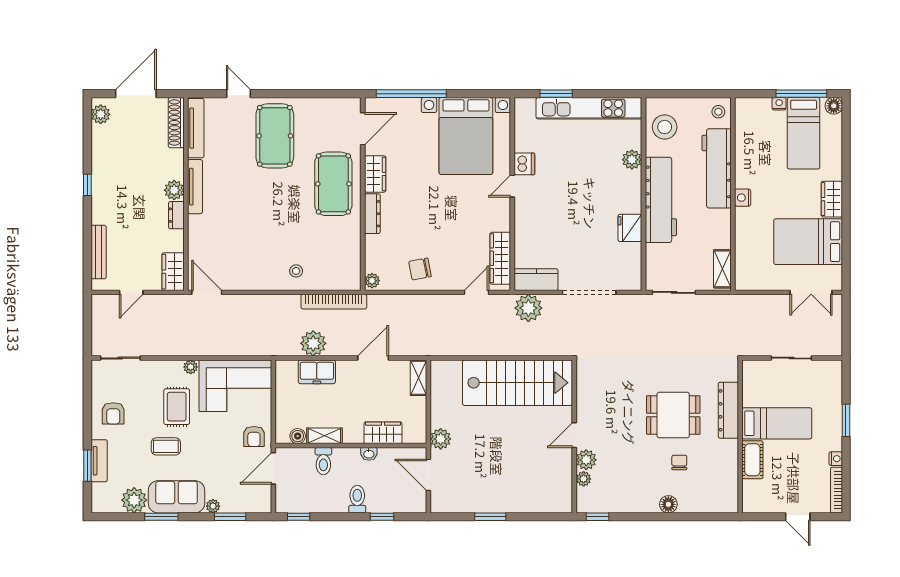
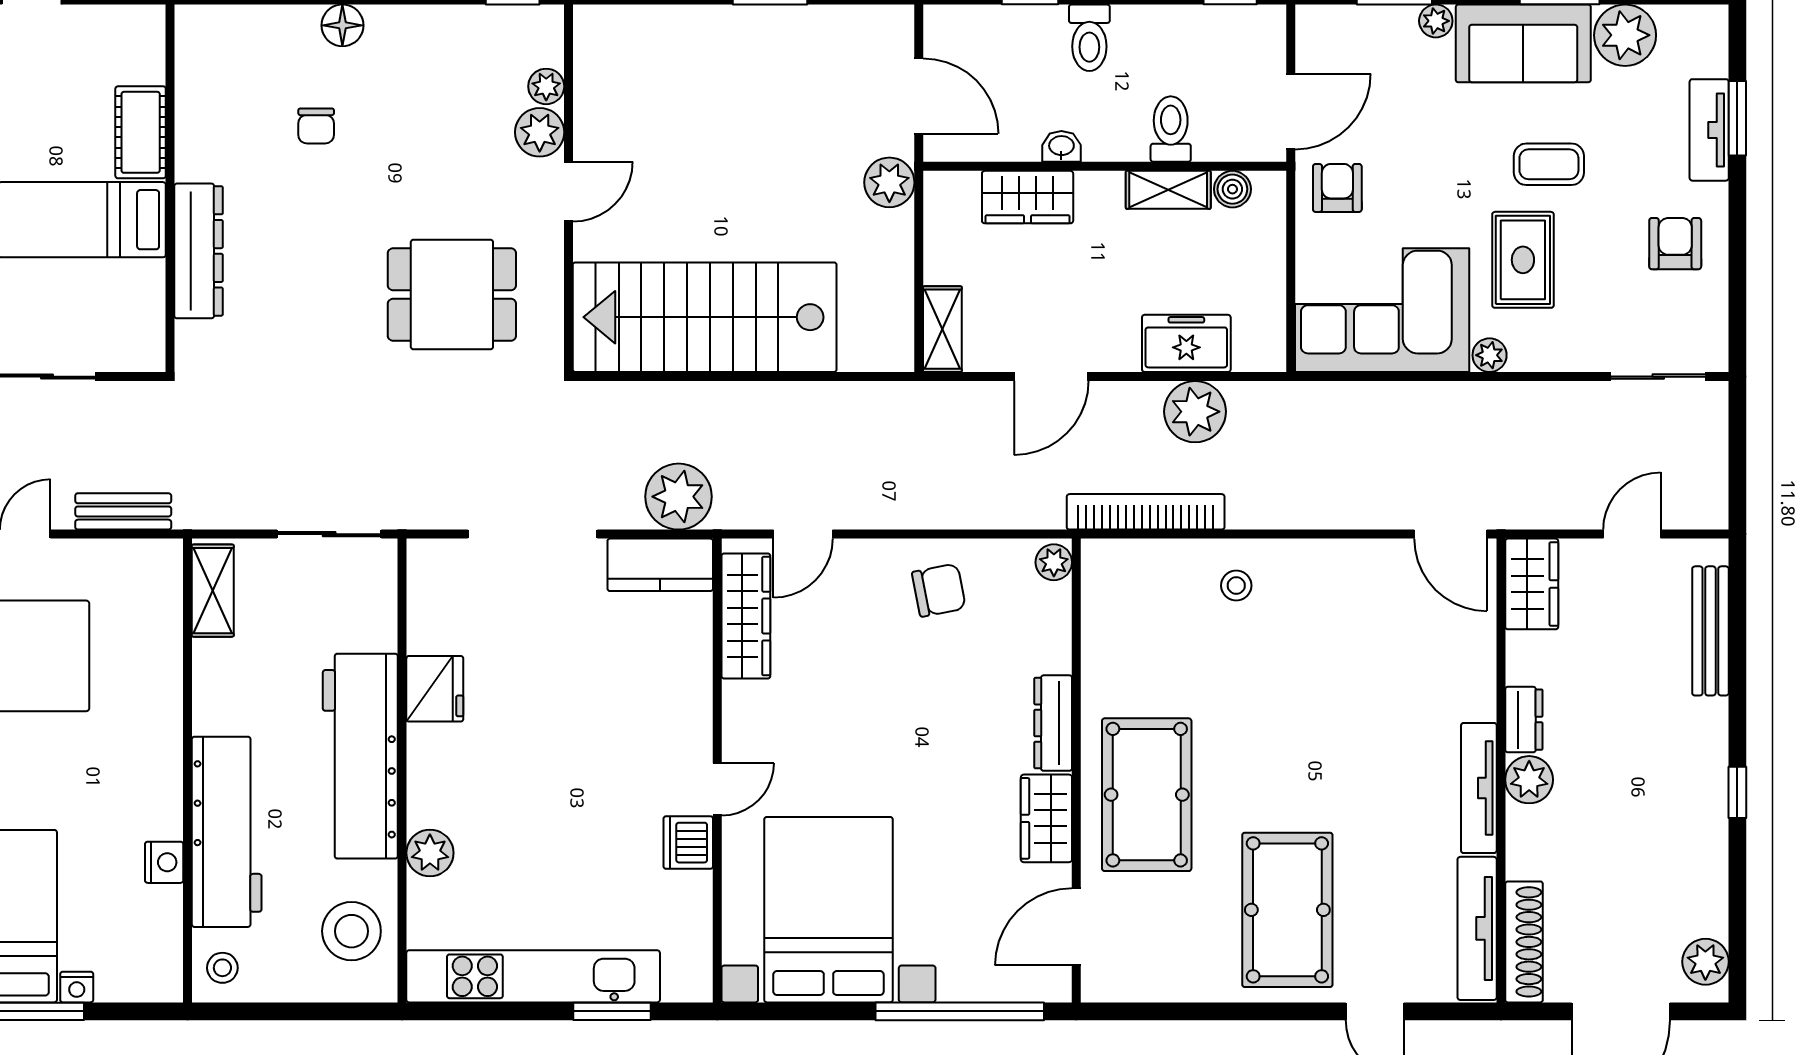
nightstand: (743, 198) -> (164, 862), moved
bench: (760, 302) -> (123, 511), added
dining table: (673, 415) -> (452, 294), moved

